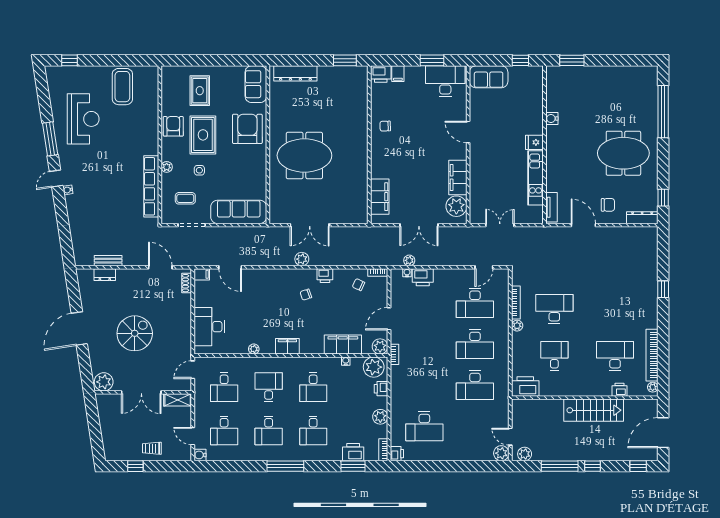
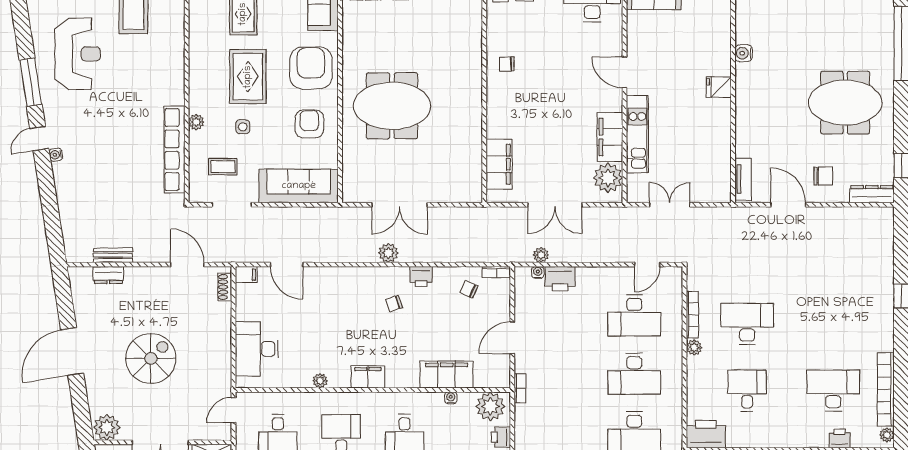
armchair: (173, 126) -> (309, 124), moved
kitchen unit: (535, 178) -> (637, 134), moved, turned 180
plant: (380, 346) -> (499, 377), removed

